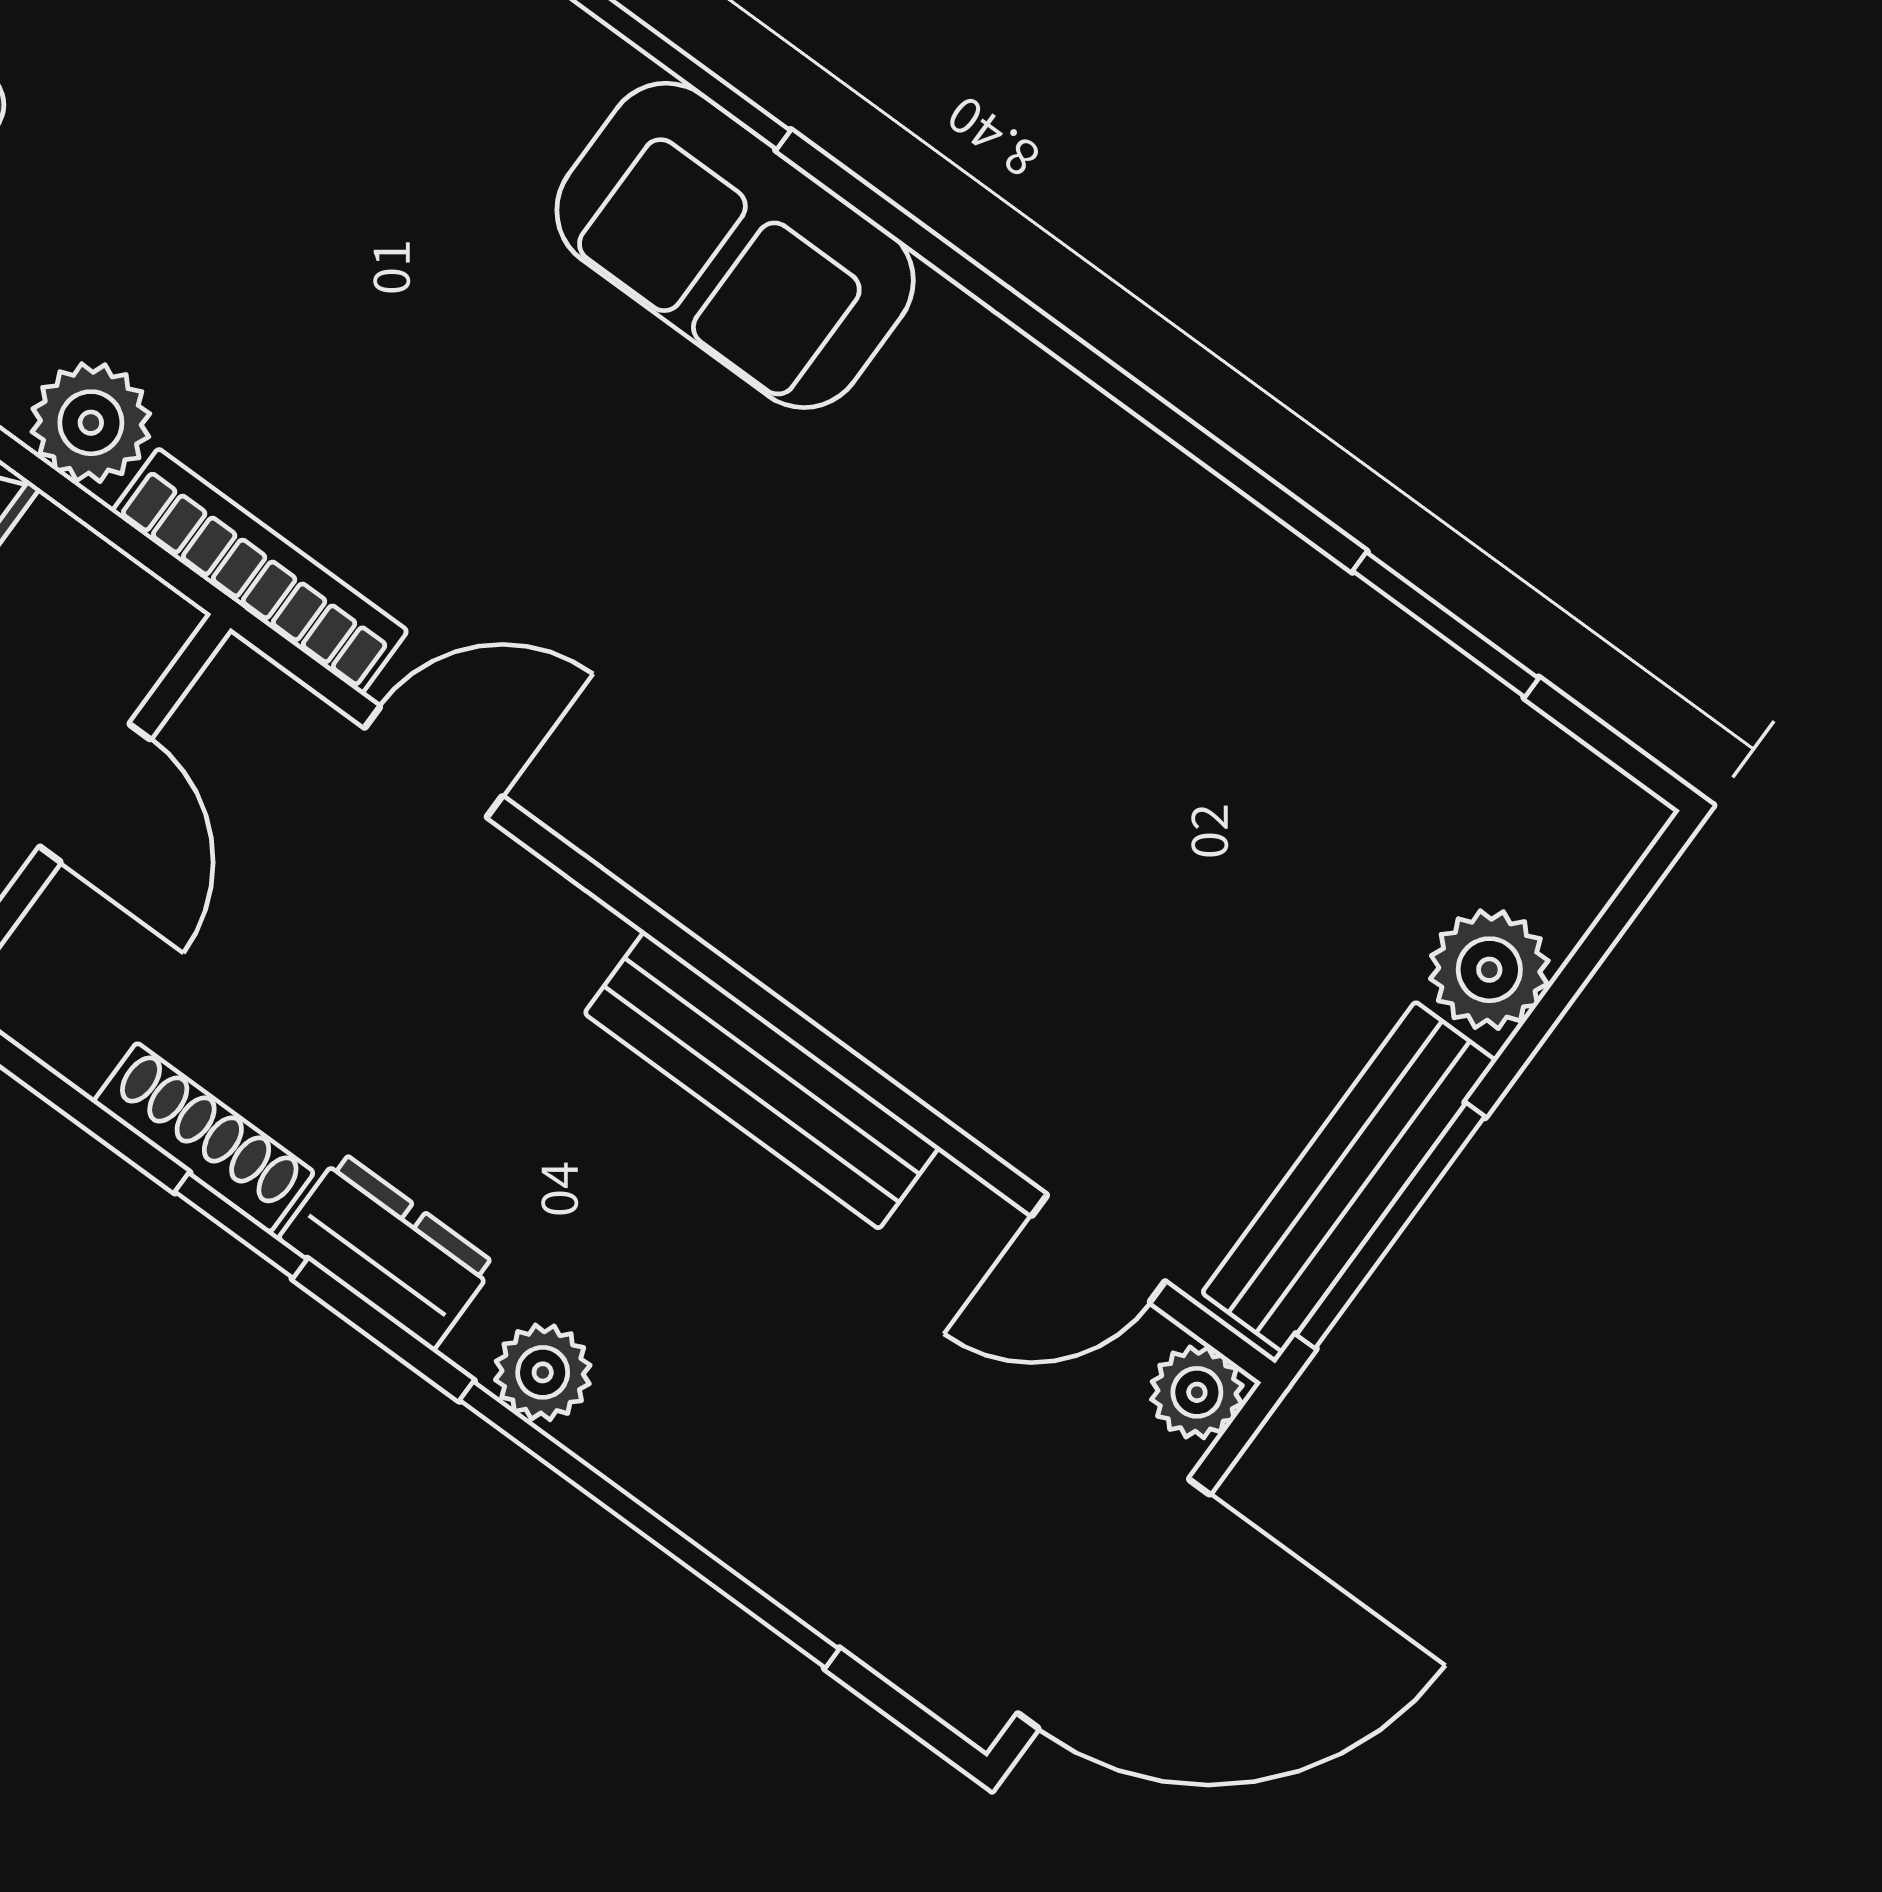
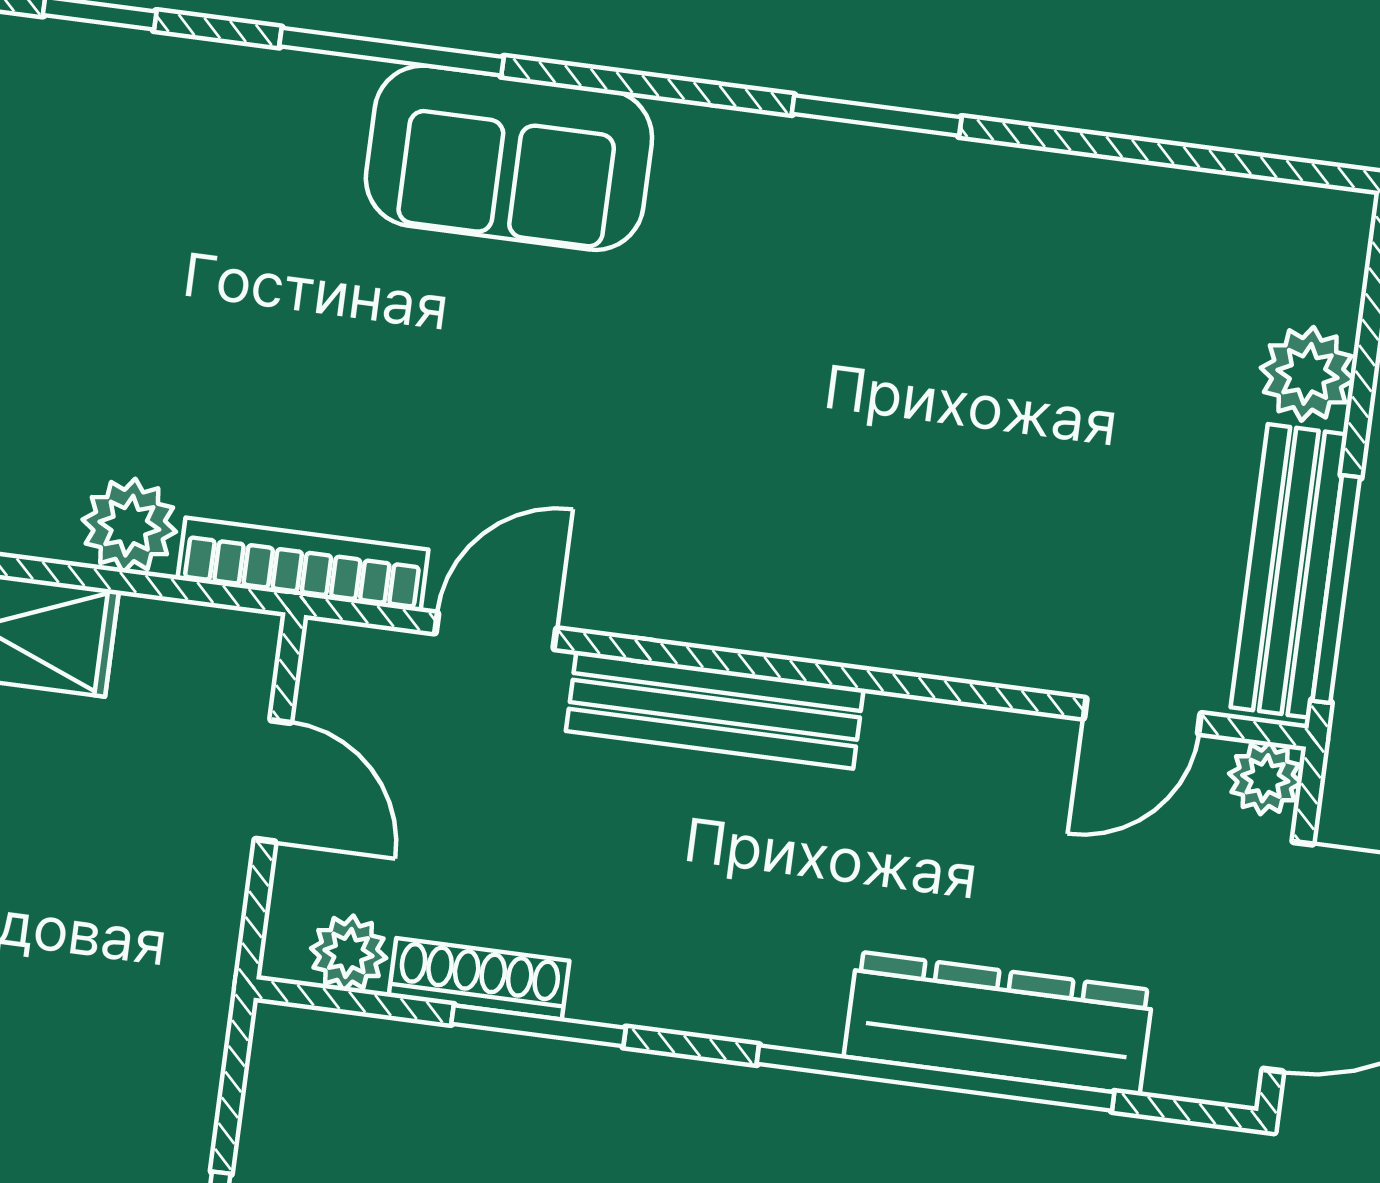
window: (1446, 625) -> (877, 116), moved
bench: (762, 1080) -> (715, 710), moved
window: (241, 1226) -> (538, 1026), width x1.50
dresser: (387, 1251) -> (998, 1023), moved, width x1.96, depth x1.24
plant: (543, 1372) -> (349, 953), moved

